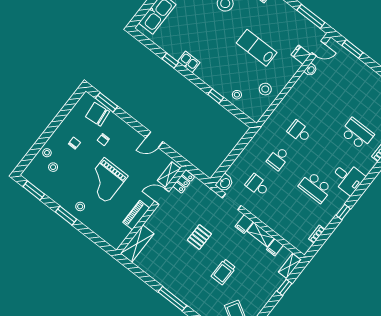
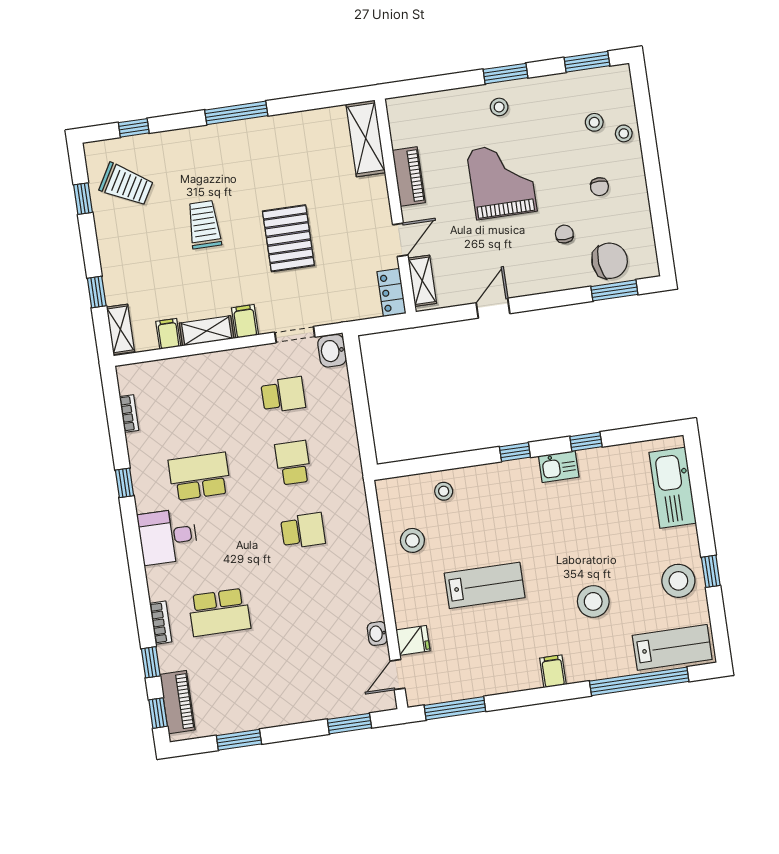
window: (216, 96) -> (515, 452), moved
pallet: (199, 237) -> (288, 238), width x1.50, depth x1.42

